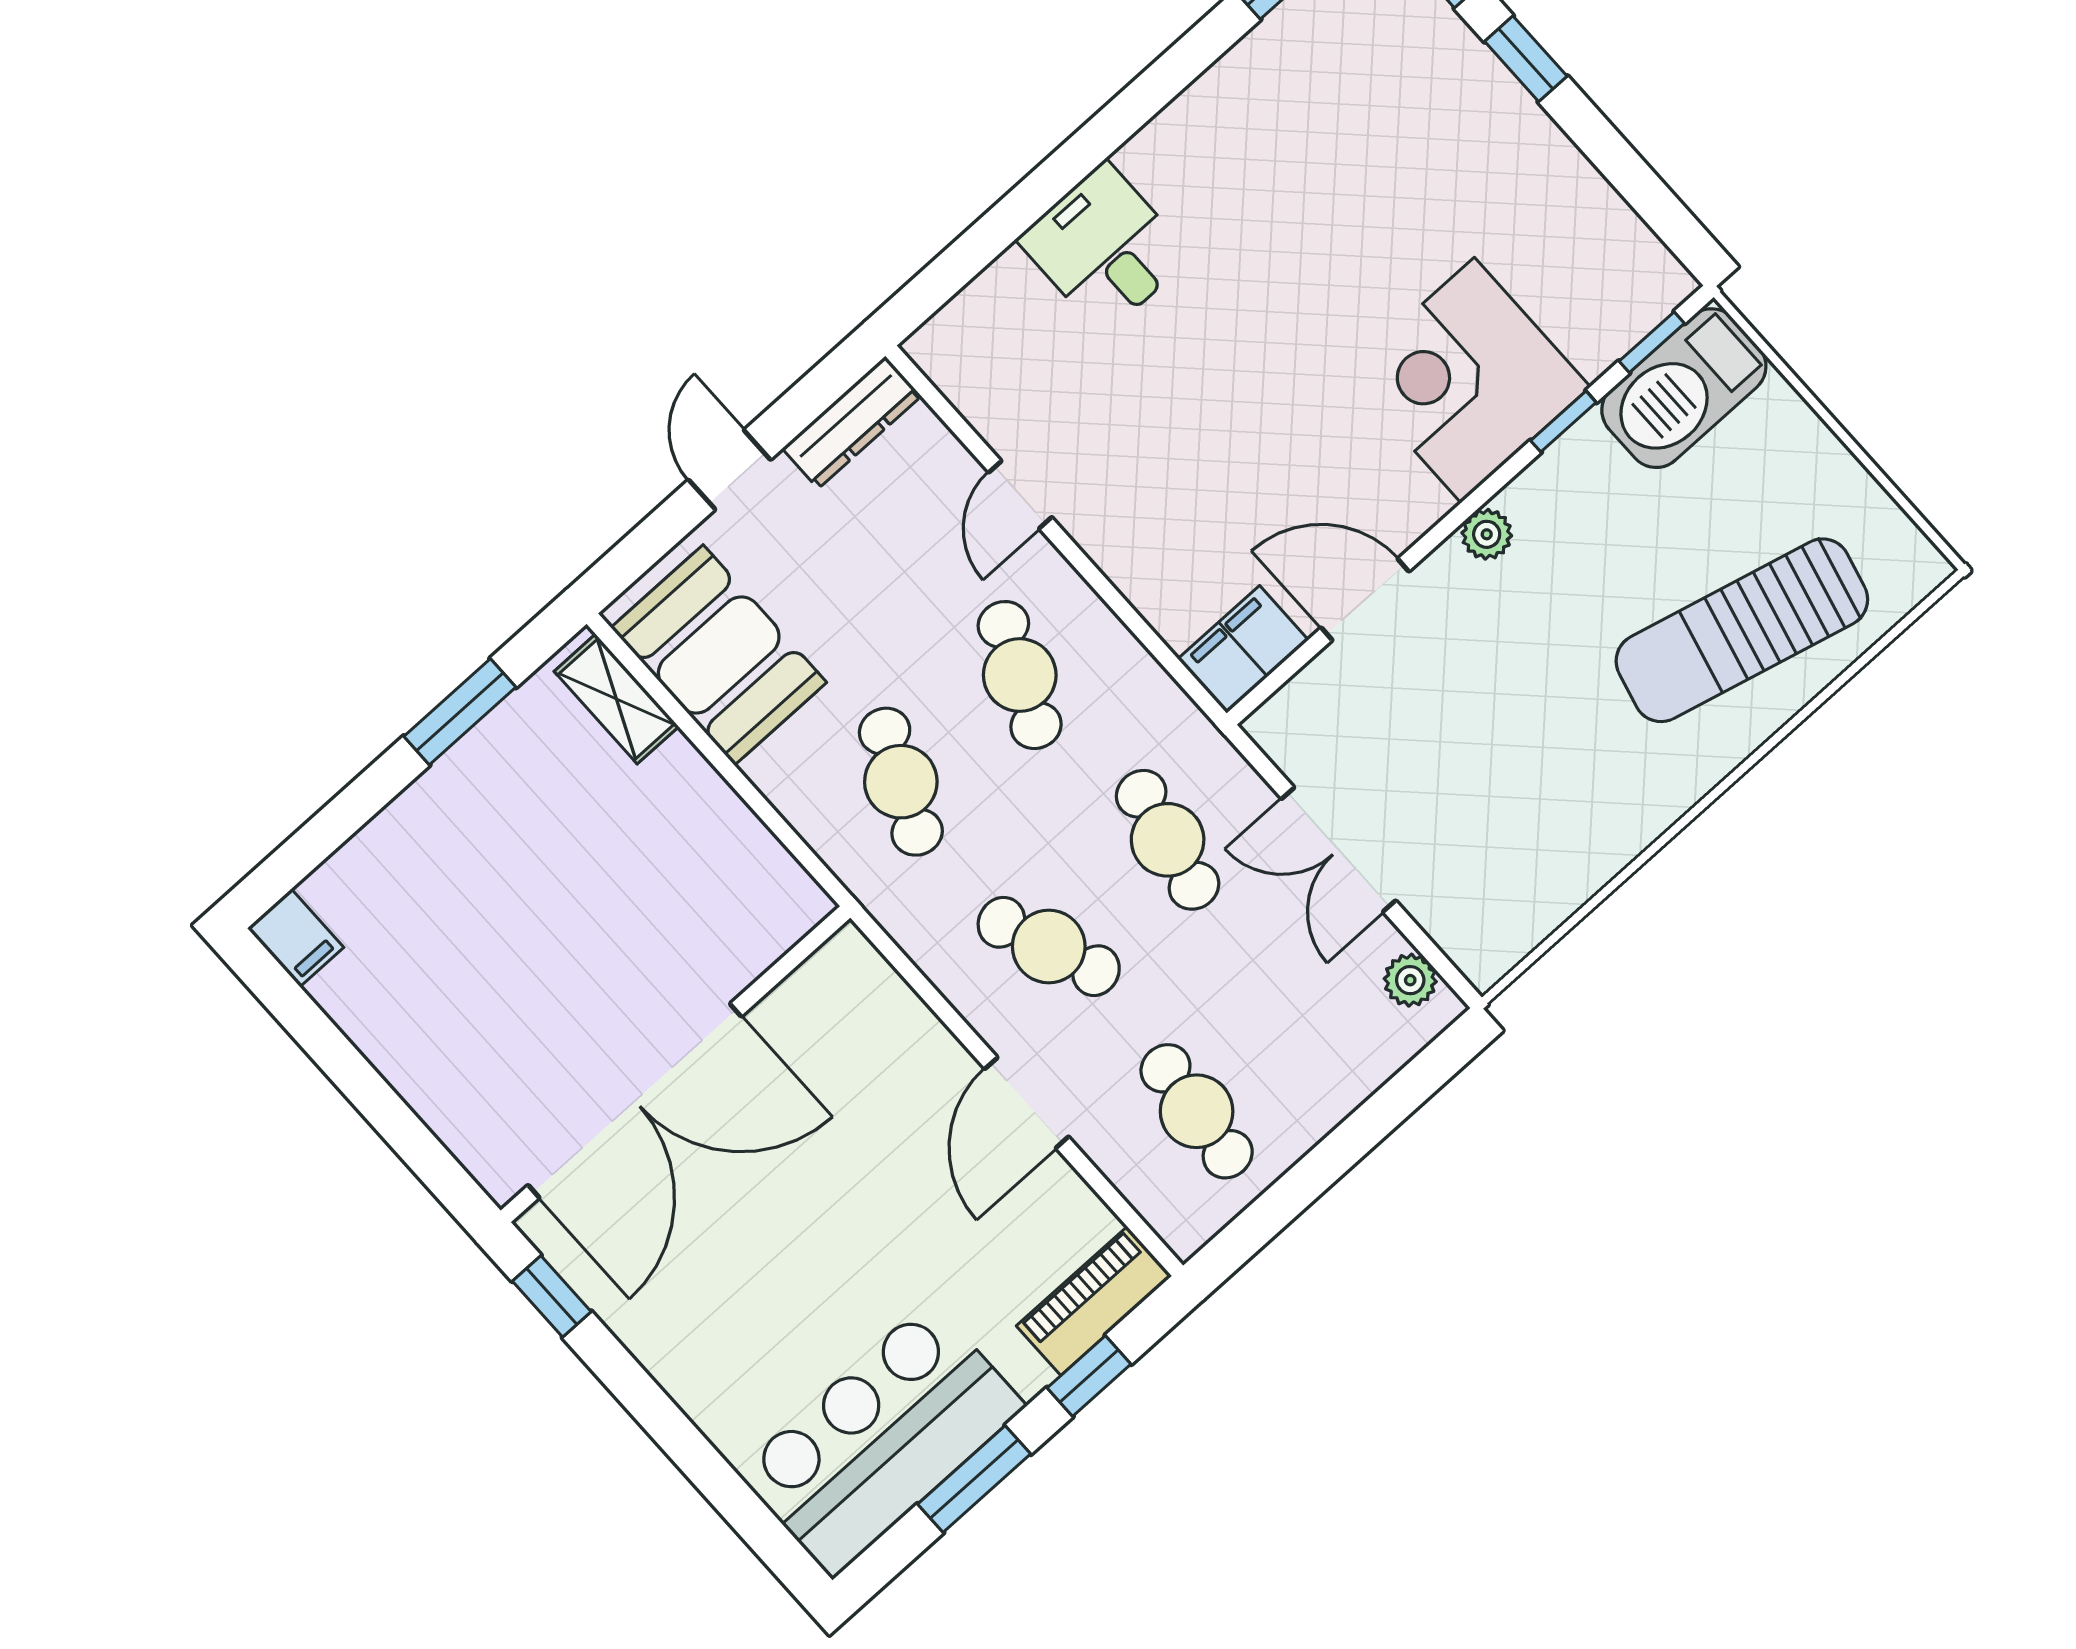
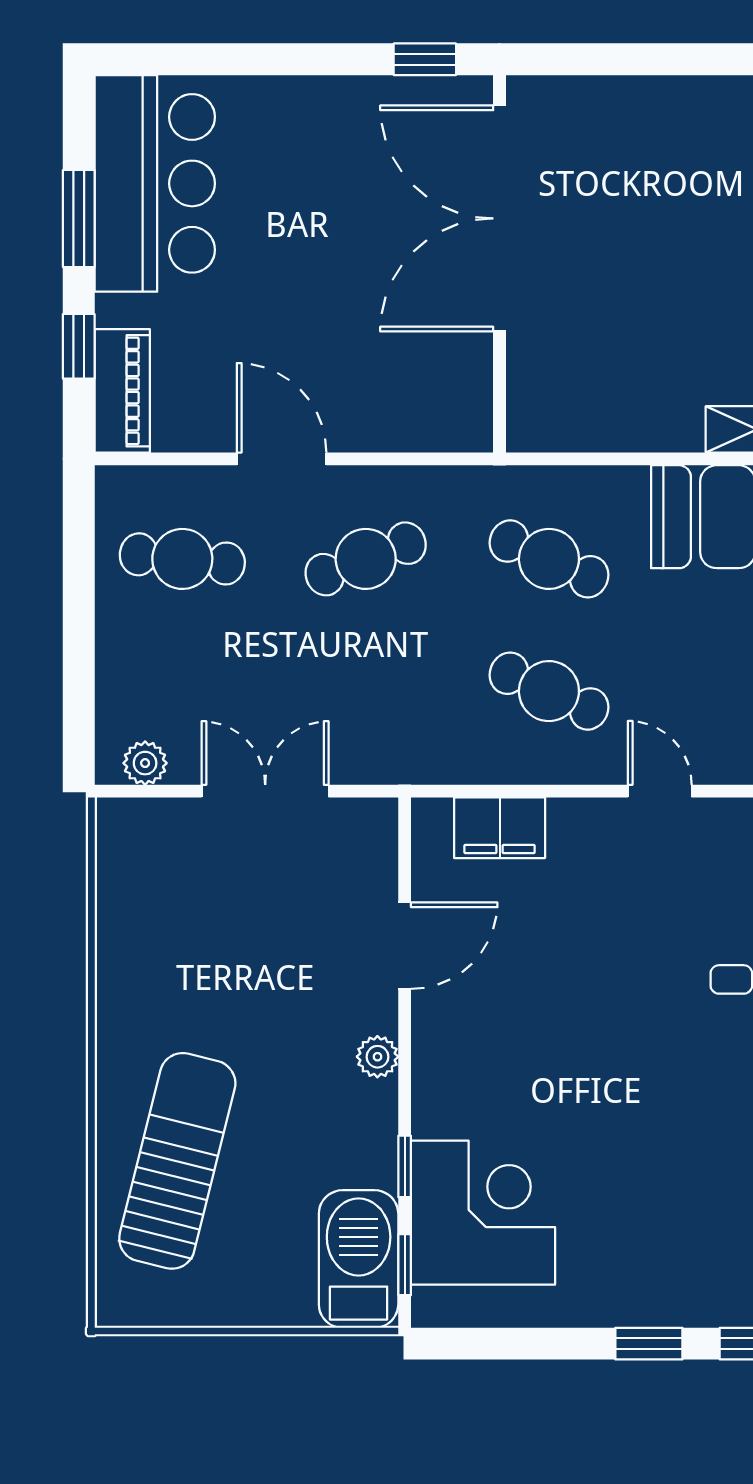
corner desk: (1468, 380) -> (483, 1213), moved
filing cabinet: (1243, 649) -> (500, 828), moved, turned 90
cafe table: (1168, 840) -> (366, 691), removed

